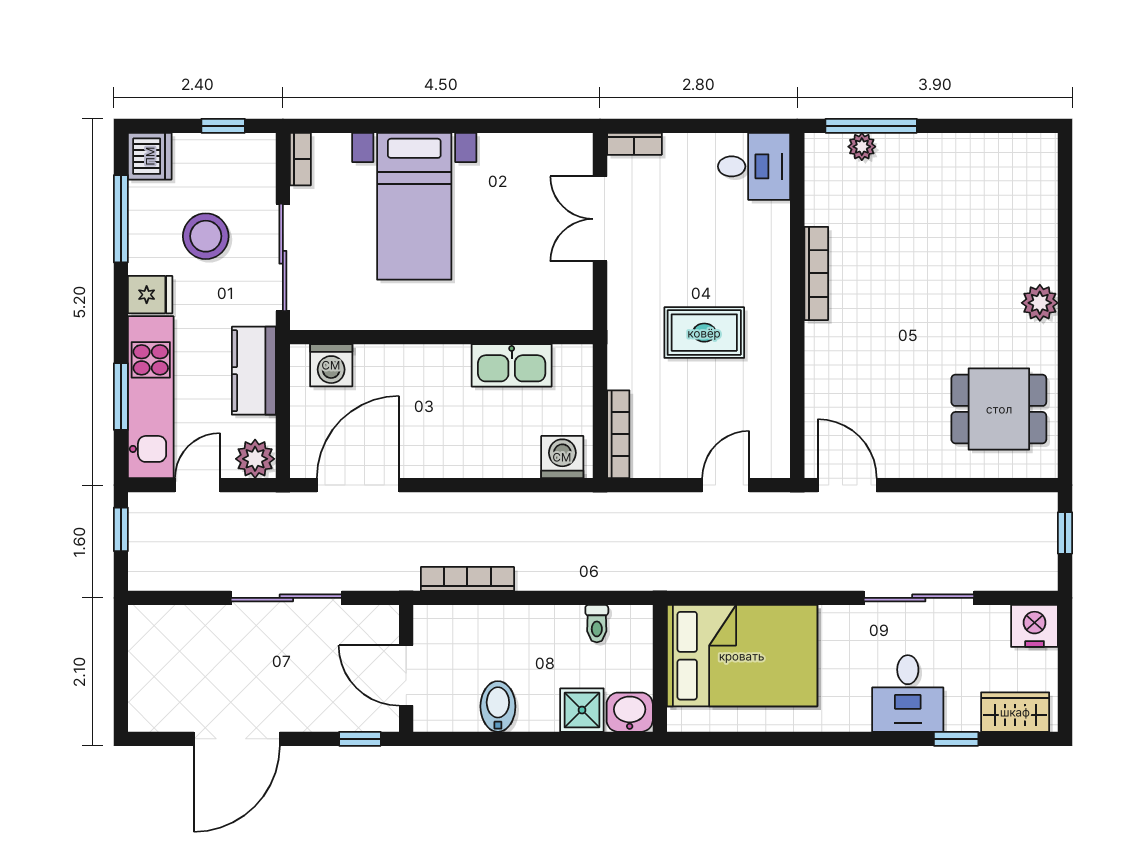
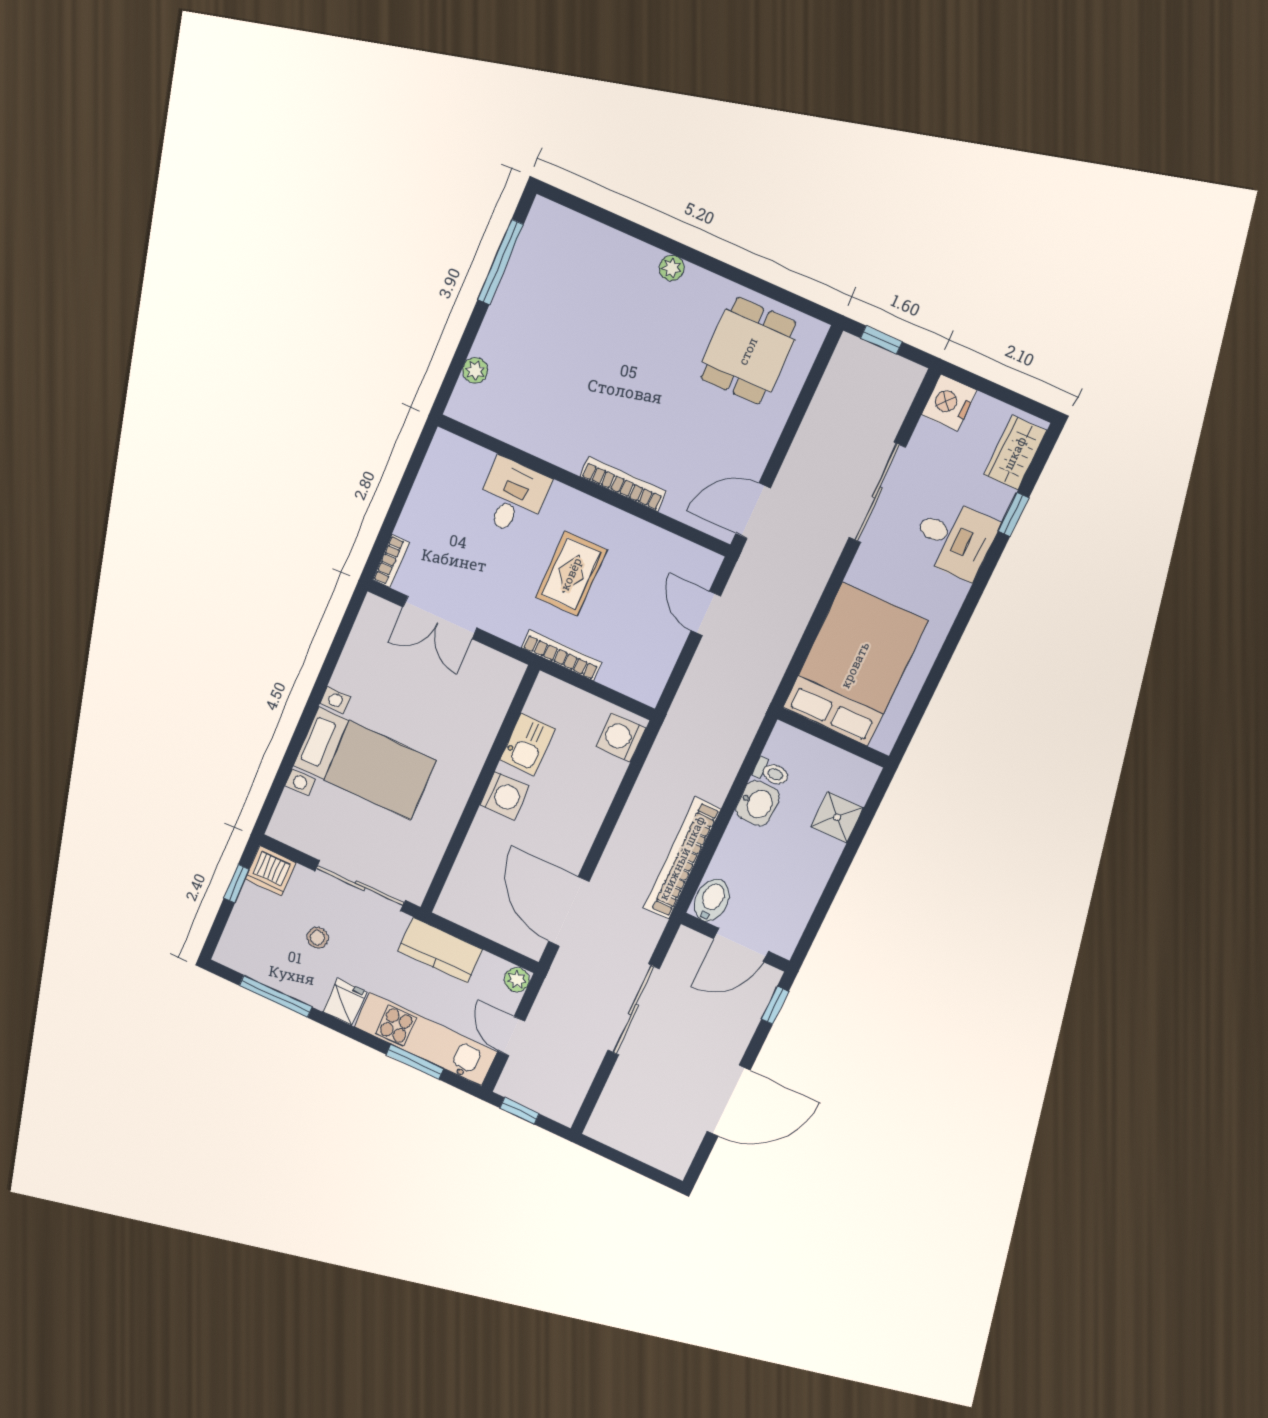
window: (871, 126) -> (500, 262), moved
dishwasher: (150, 156) -> (271, 871), moved, turned 180
bookcase: (300, 159) -> (288, 836), removed
desk: (754, 166) -> (512, 497), moved
stool: (206, 236) -> (317, 938), width x0.53, depth x0.53
bookcase: (816, 273) -> (623, 484), moved
plant: (1040, 303) -> (672, 268), width x0.73, depth x0.73
washing machine: (331, 365) -> (504, 796), moved
kitchen sink: (512, 365) -> (527, 744), width x0.73
bookcase: (618, 434) -> (561, 655), moved
plant: (255, 459) -> (517, 980), width x0.73, depth x0.73
bookcase: (467, 579) -> (682, 858), width x1.48, depth x1.31
bidet: (498, 706) -> (712, 900), moved, turned 90
washbasin: (630, 712) -> (758, 803), moved, turned 180
door: (237, 739) -> (729, 1101), hinge flipped

